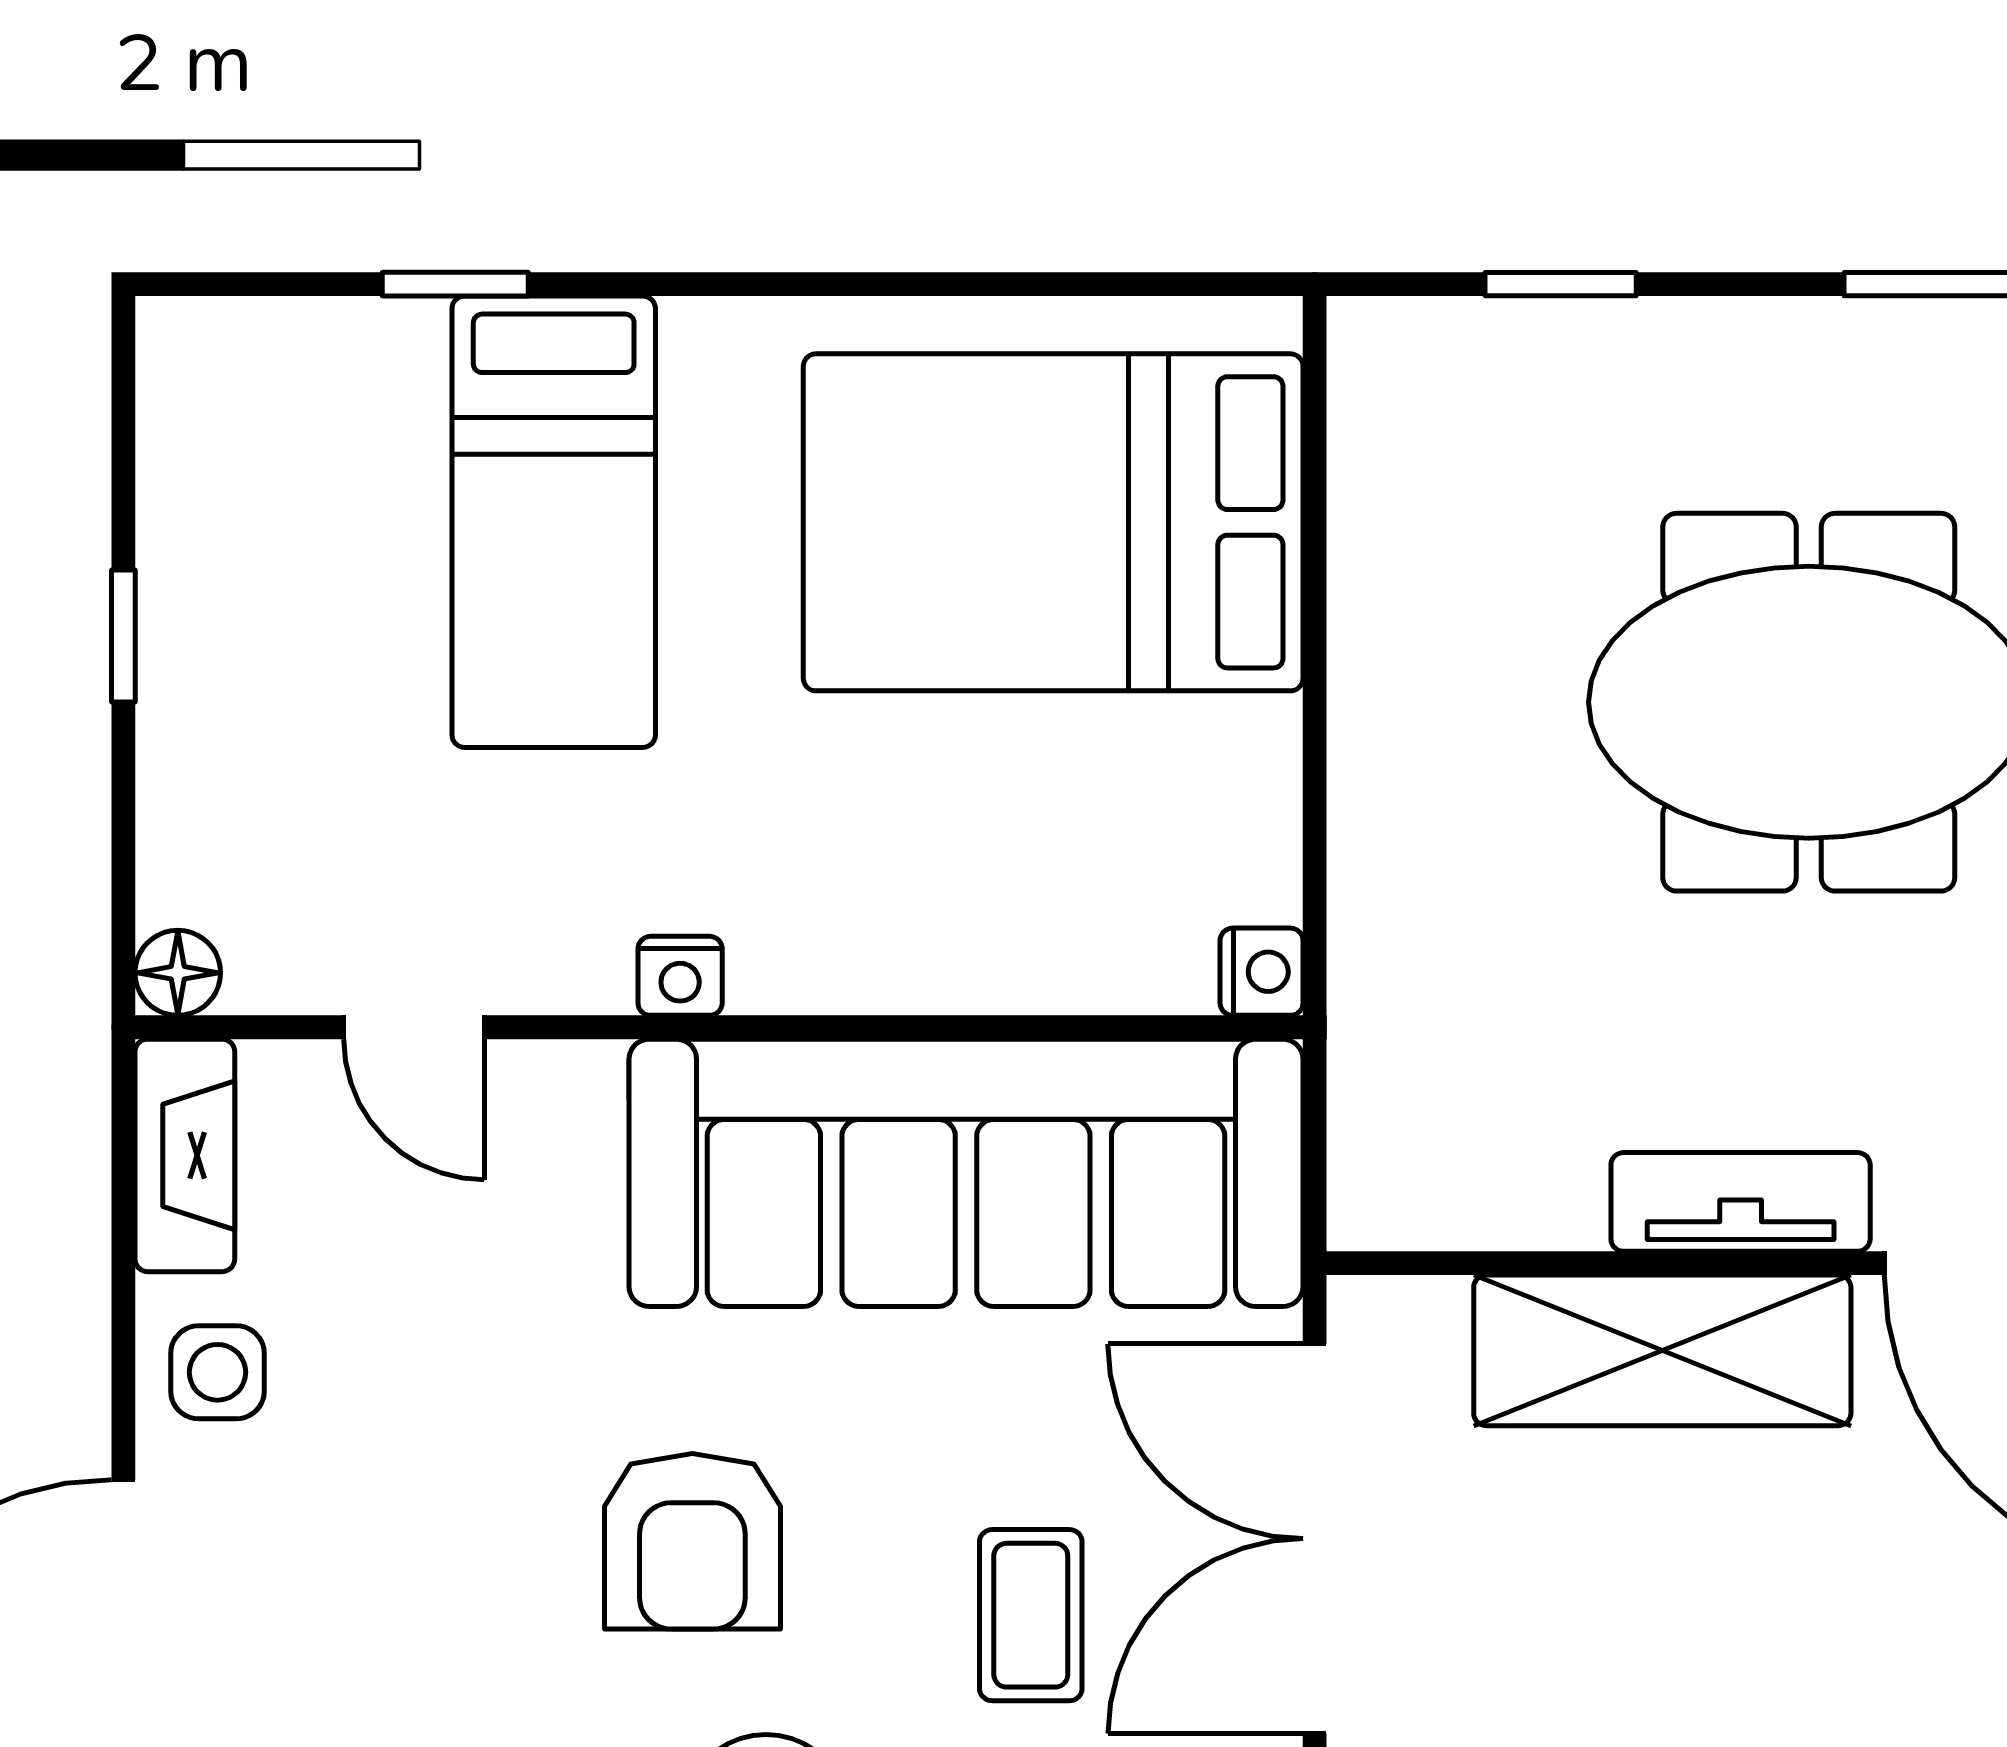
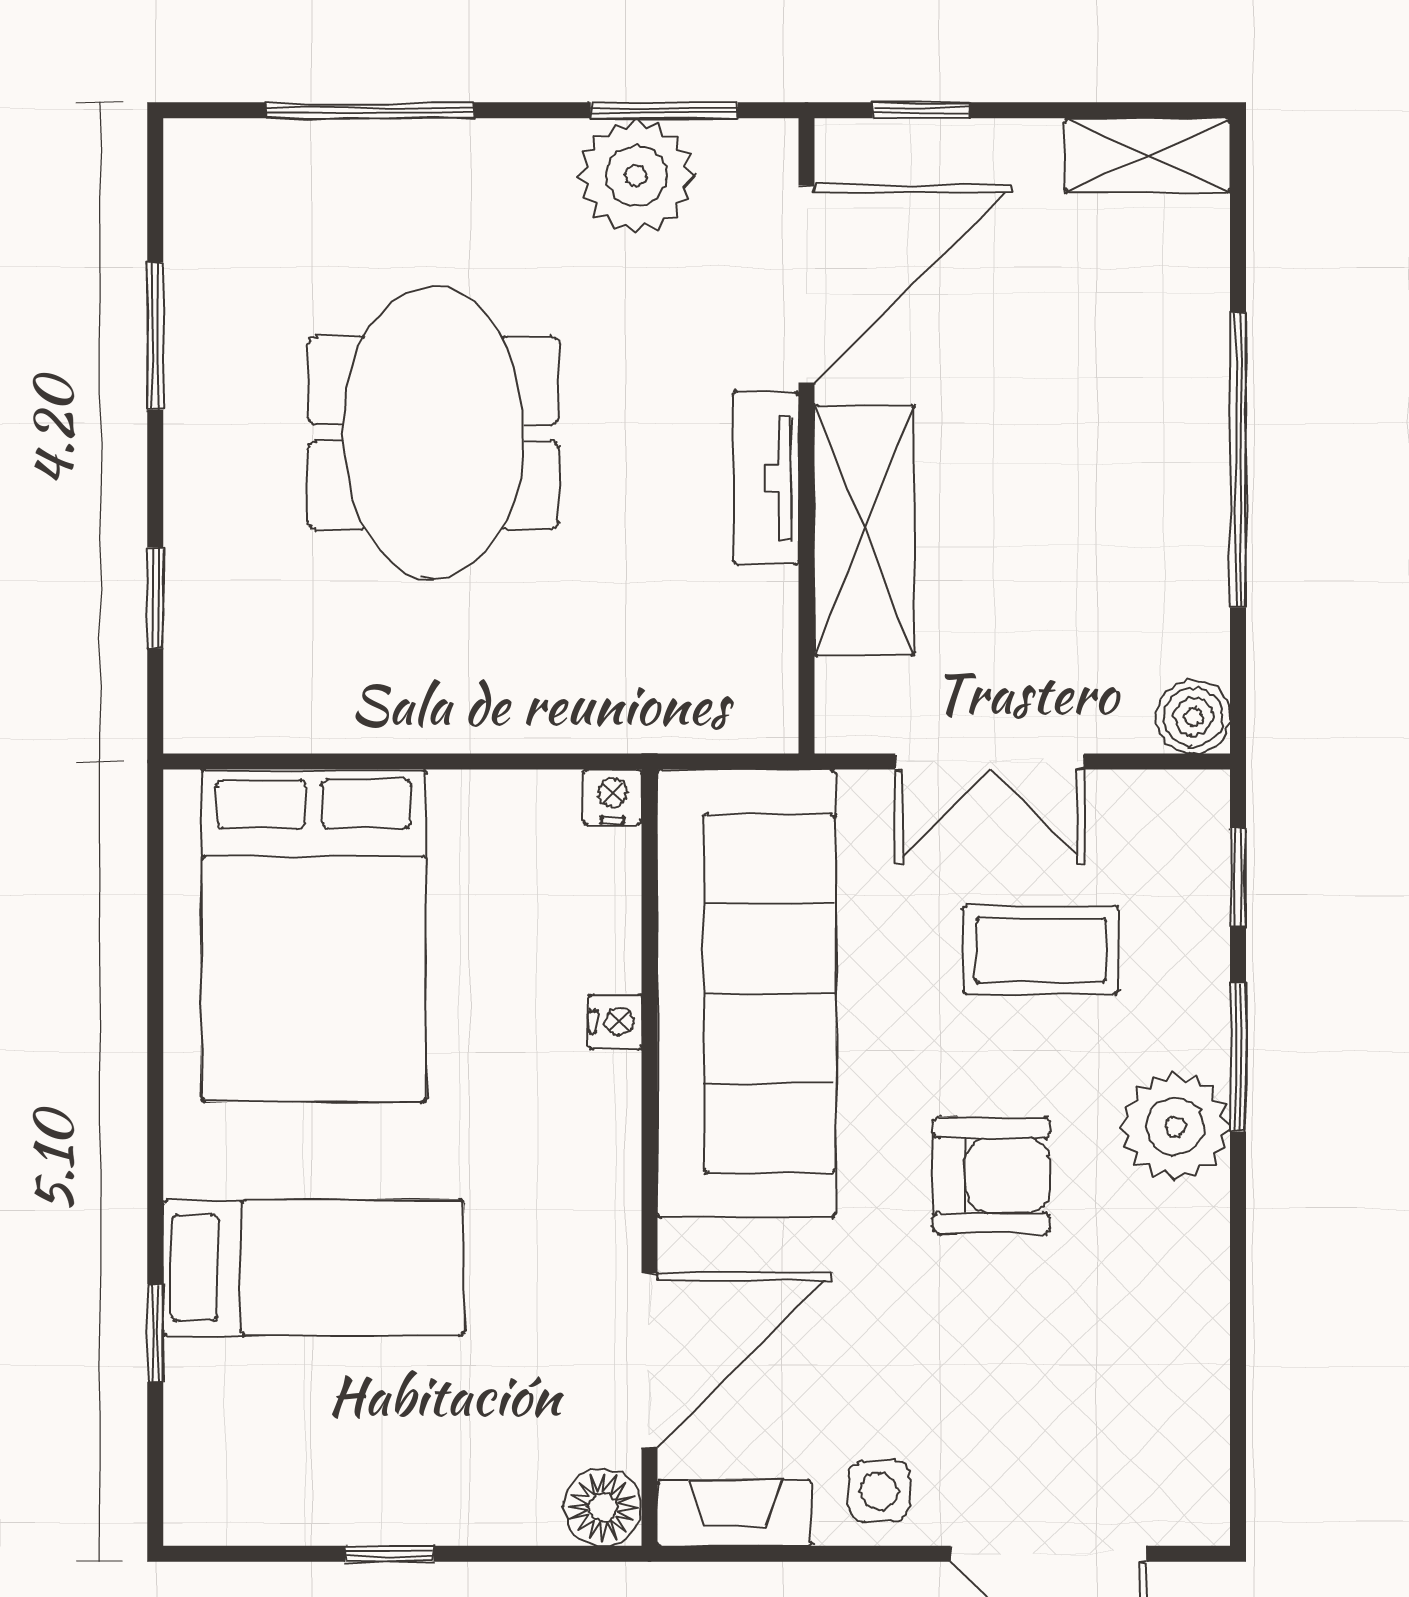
floor lamp: (178, 973) -> (603, 1507), width x1.37, depth x1.37
nightstand: (680, 976) -> (615, 1022), moved
door: (414, 1027) -> (650, 1361), width x1.88
double door: (1315, 1539) -> (990, 761), width x0.73
coffee table: (1031, 1615) -> (1041, 950), width x1.36, depth x1.30

